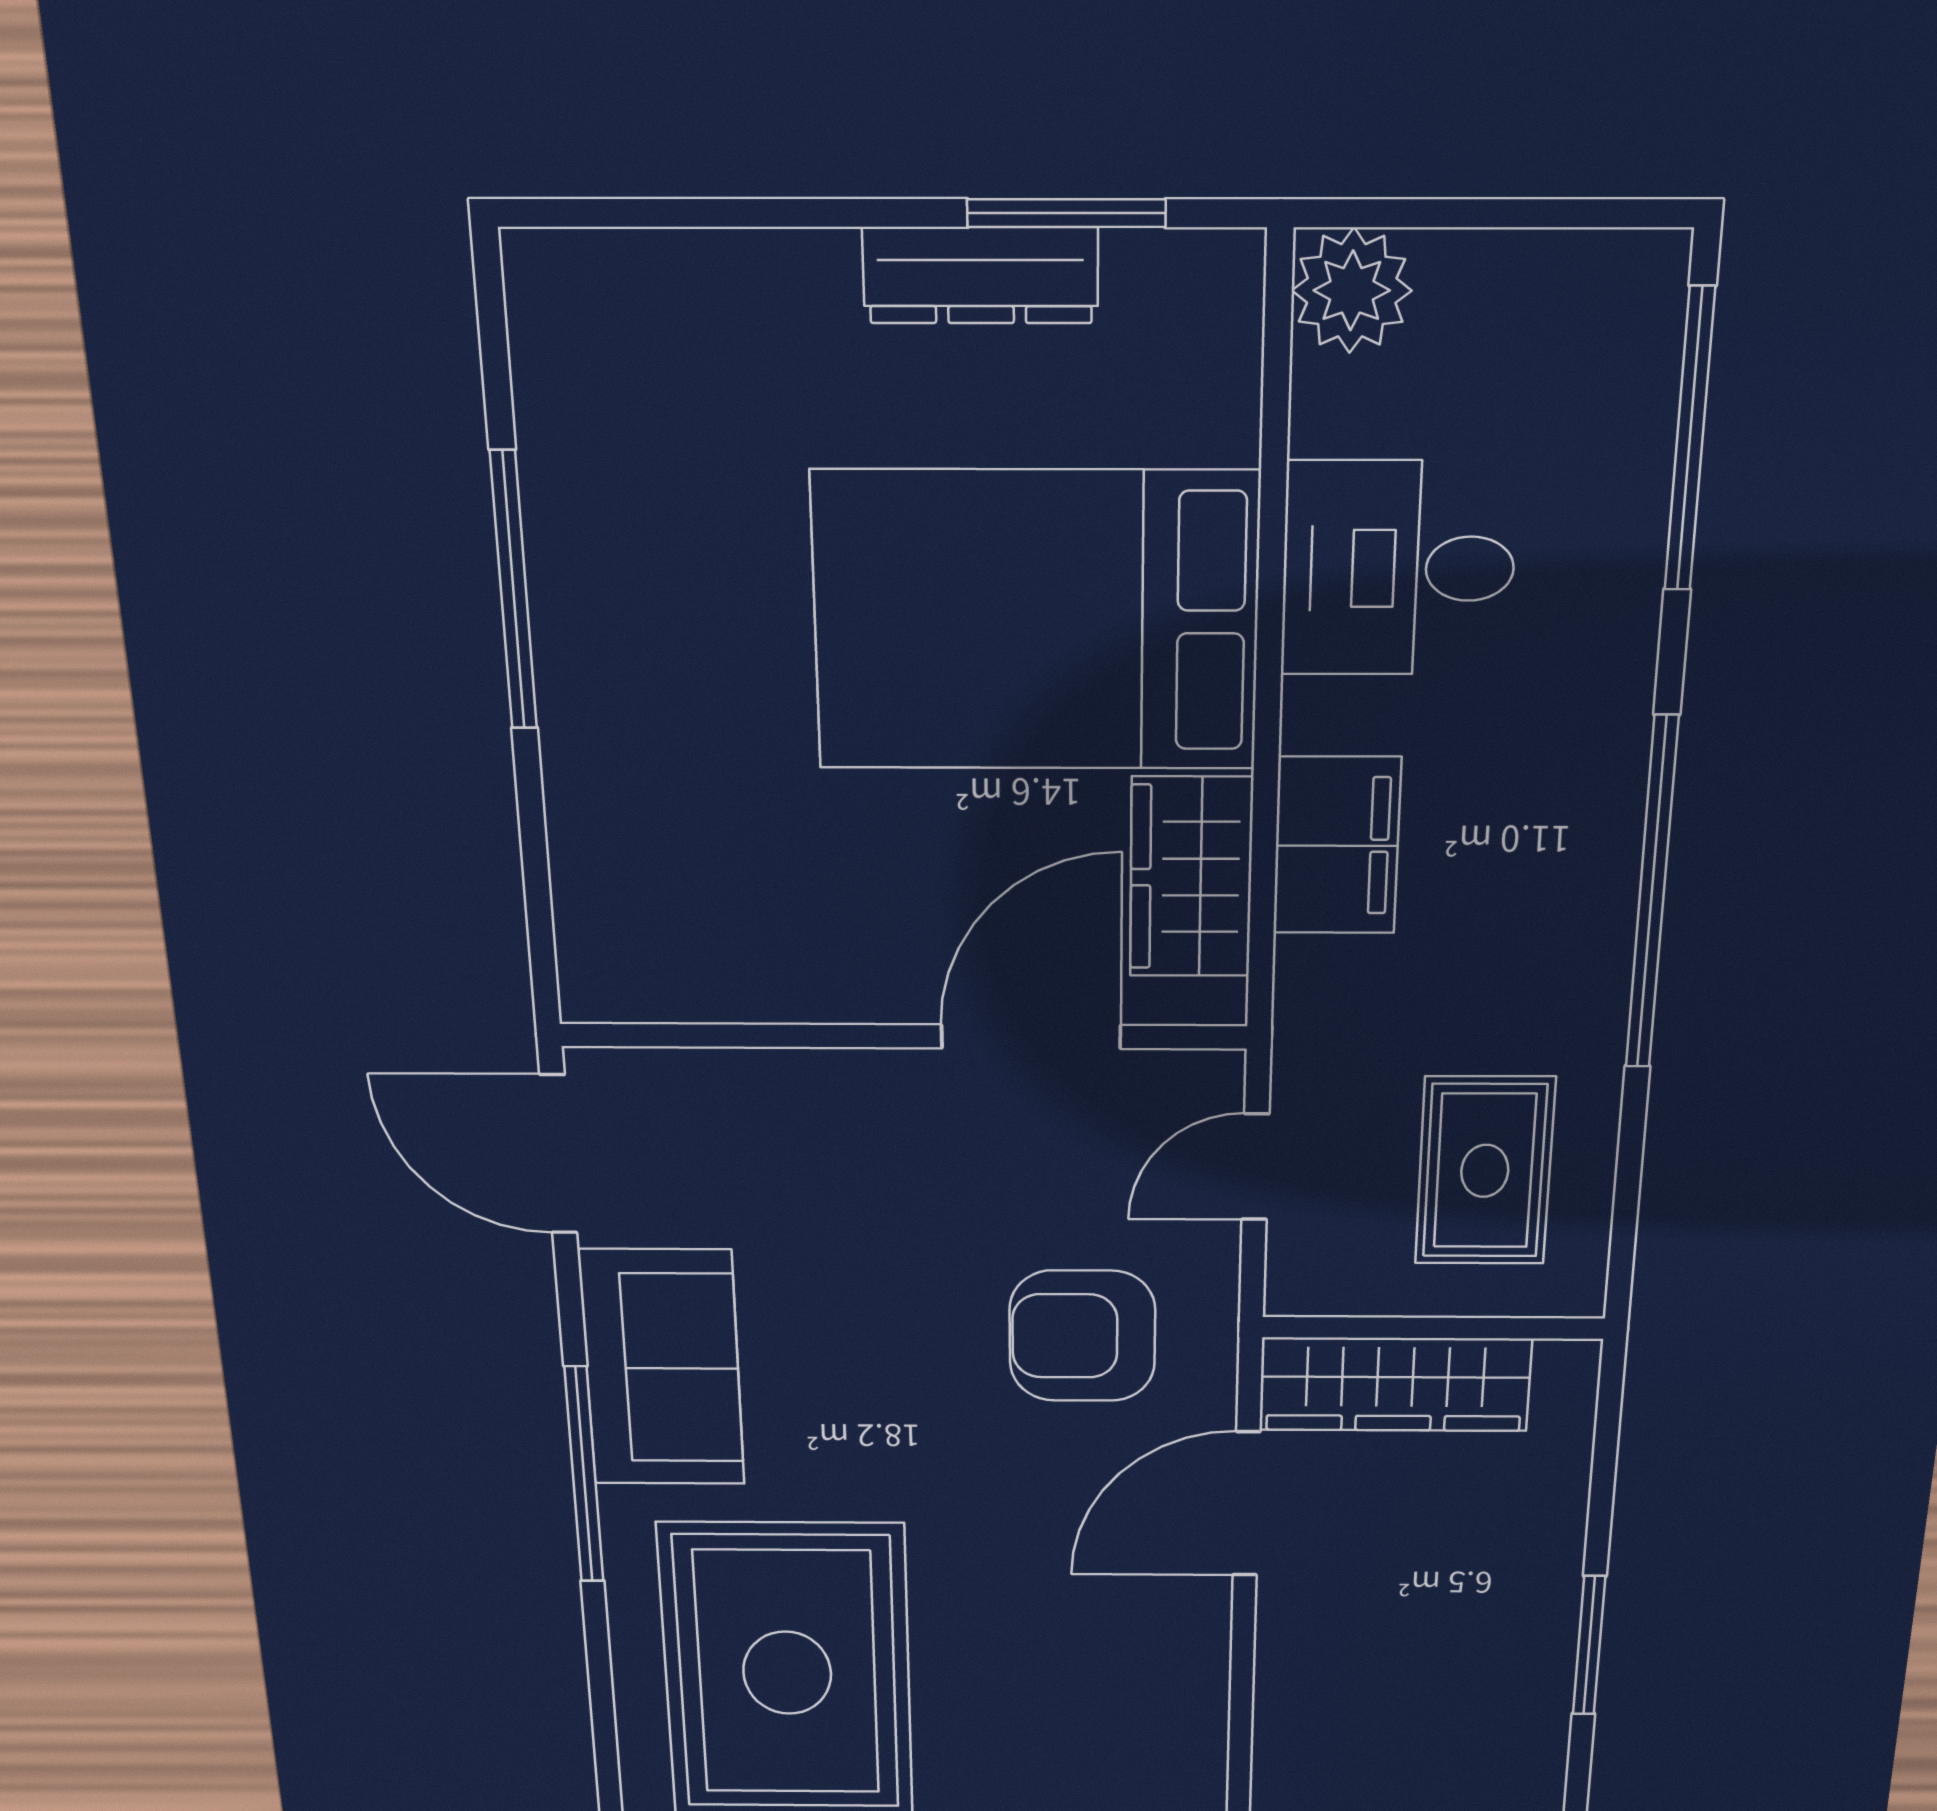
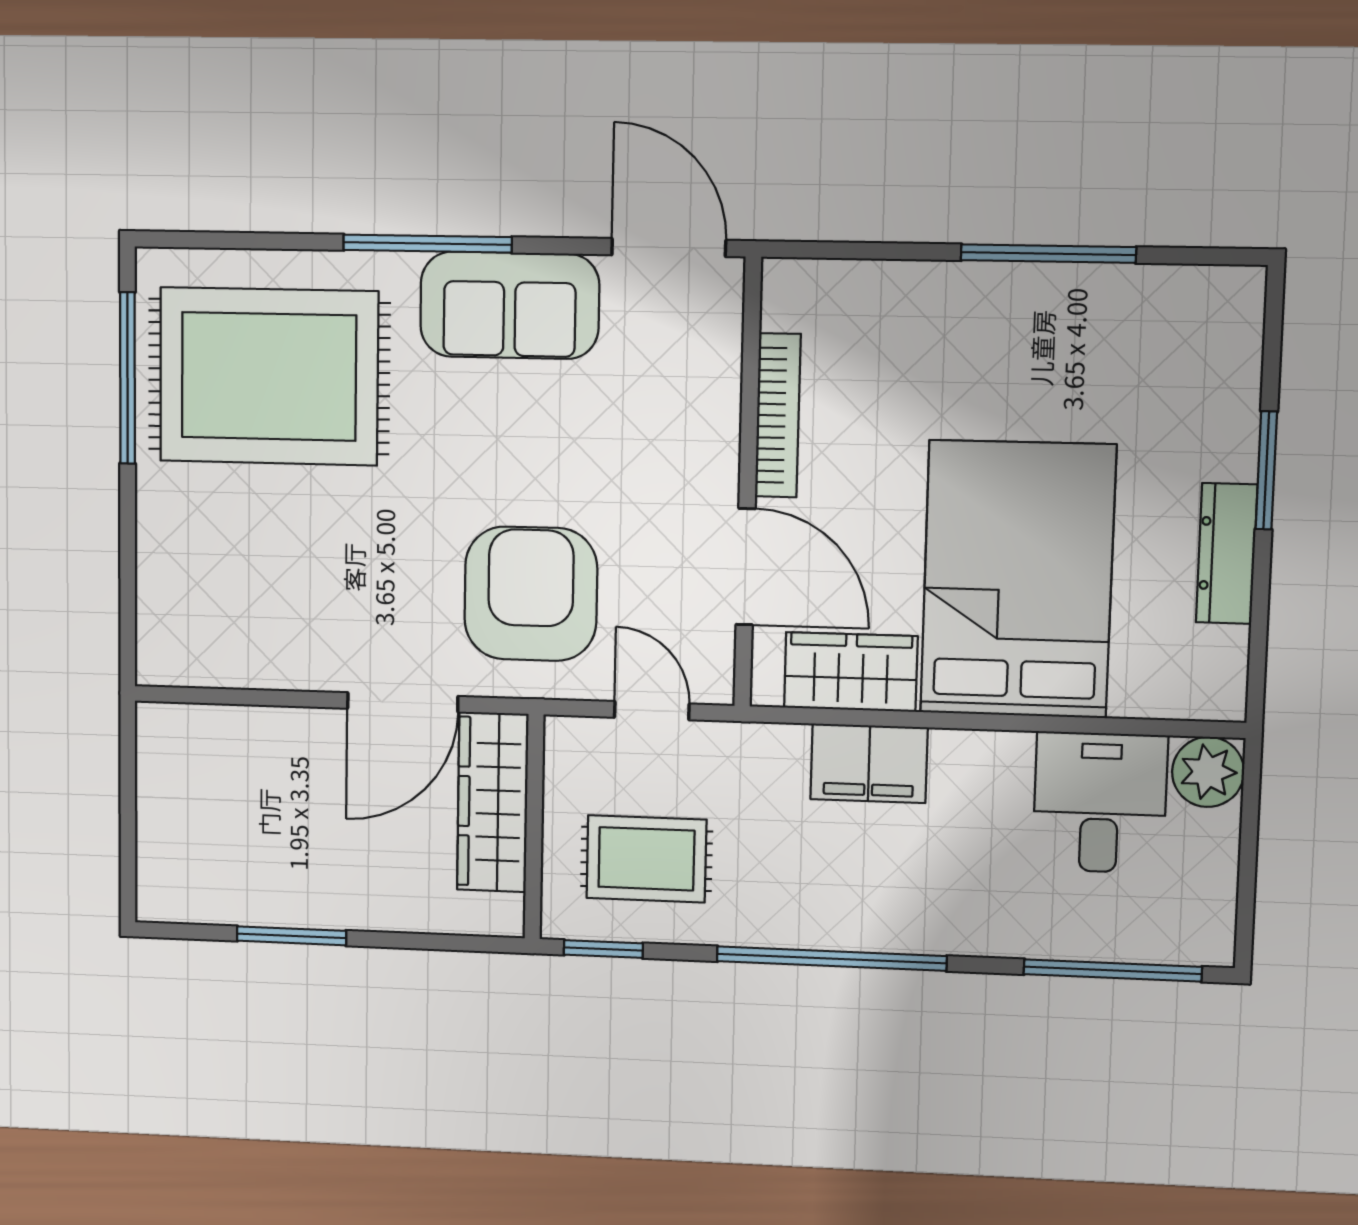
window: (1066, 213) -> (1266, 470), moved
desk: (1399, 569) -> (1100, 802), moved
bookcase: (797, 995) -> (778, 415), added
door: (558, 1154) -> (669, 247), hinge flipped
window: (1624, 1230) -> (603, 949), added
armchair: (1082, 1336) -> (531, 594), width x1.36, depth x1.36
door: (1246, 1504) -> (403, 702), swing flipped

